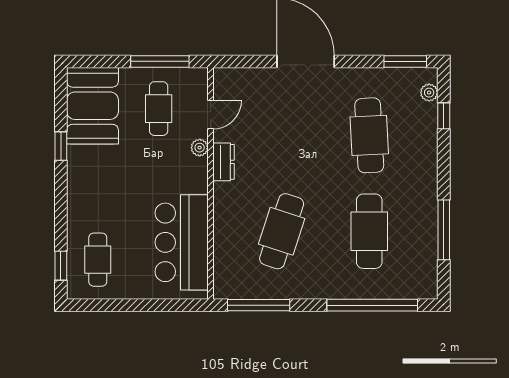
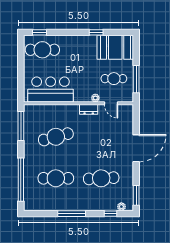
window: (444, 230) -> (72, 214), moved
cafe table: (282, 231) -> (56, 137), turned -33
cafe table: (98, 260) -> (42, 50), width x1.37, depth x1.35

